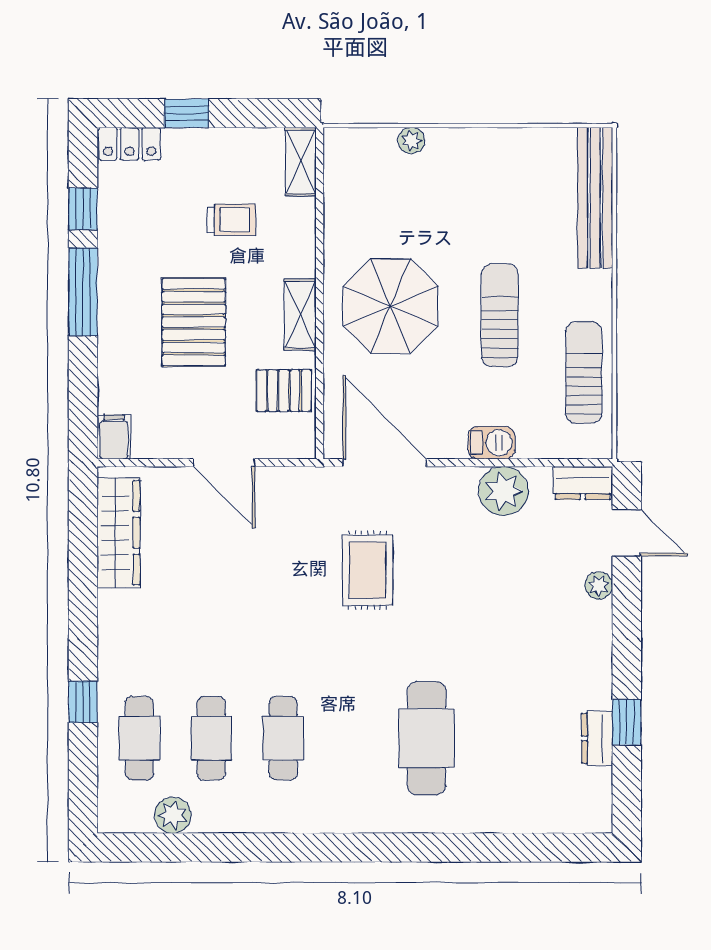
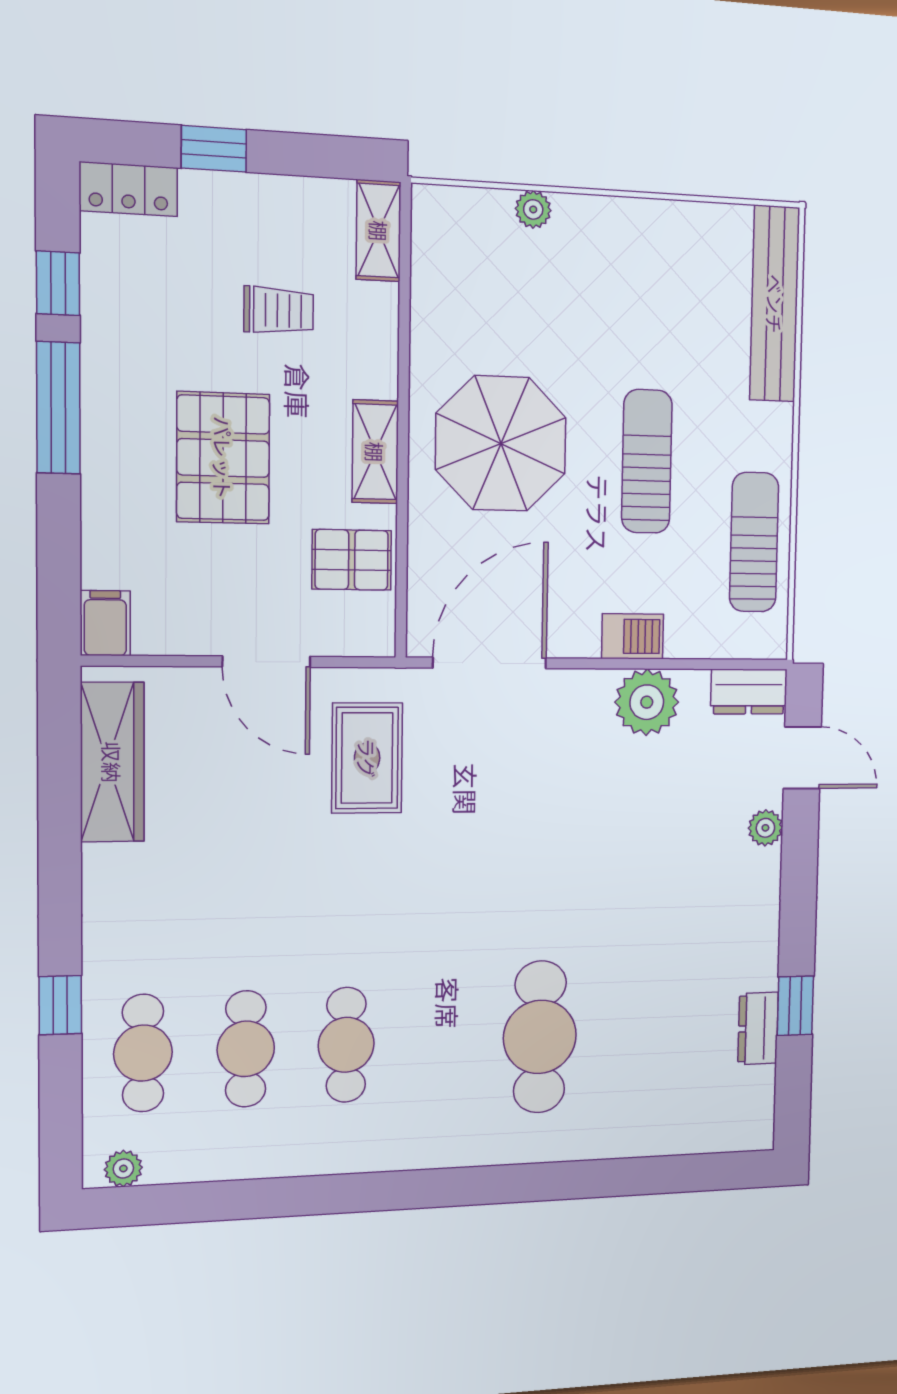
door: (385, 463) -> (490, 663), hinge flipped
rug: (367, 570) -> (367, 758), moved
plant: (173, 815) -> (123, 1169), moved, width x0.73, depth x0.73

